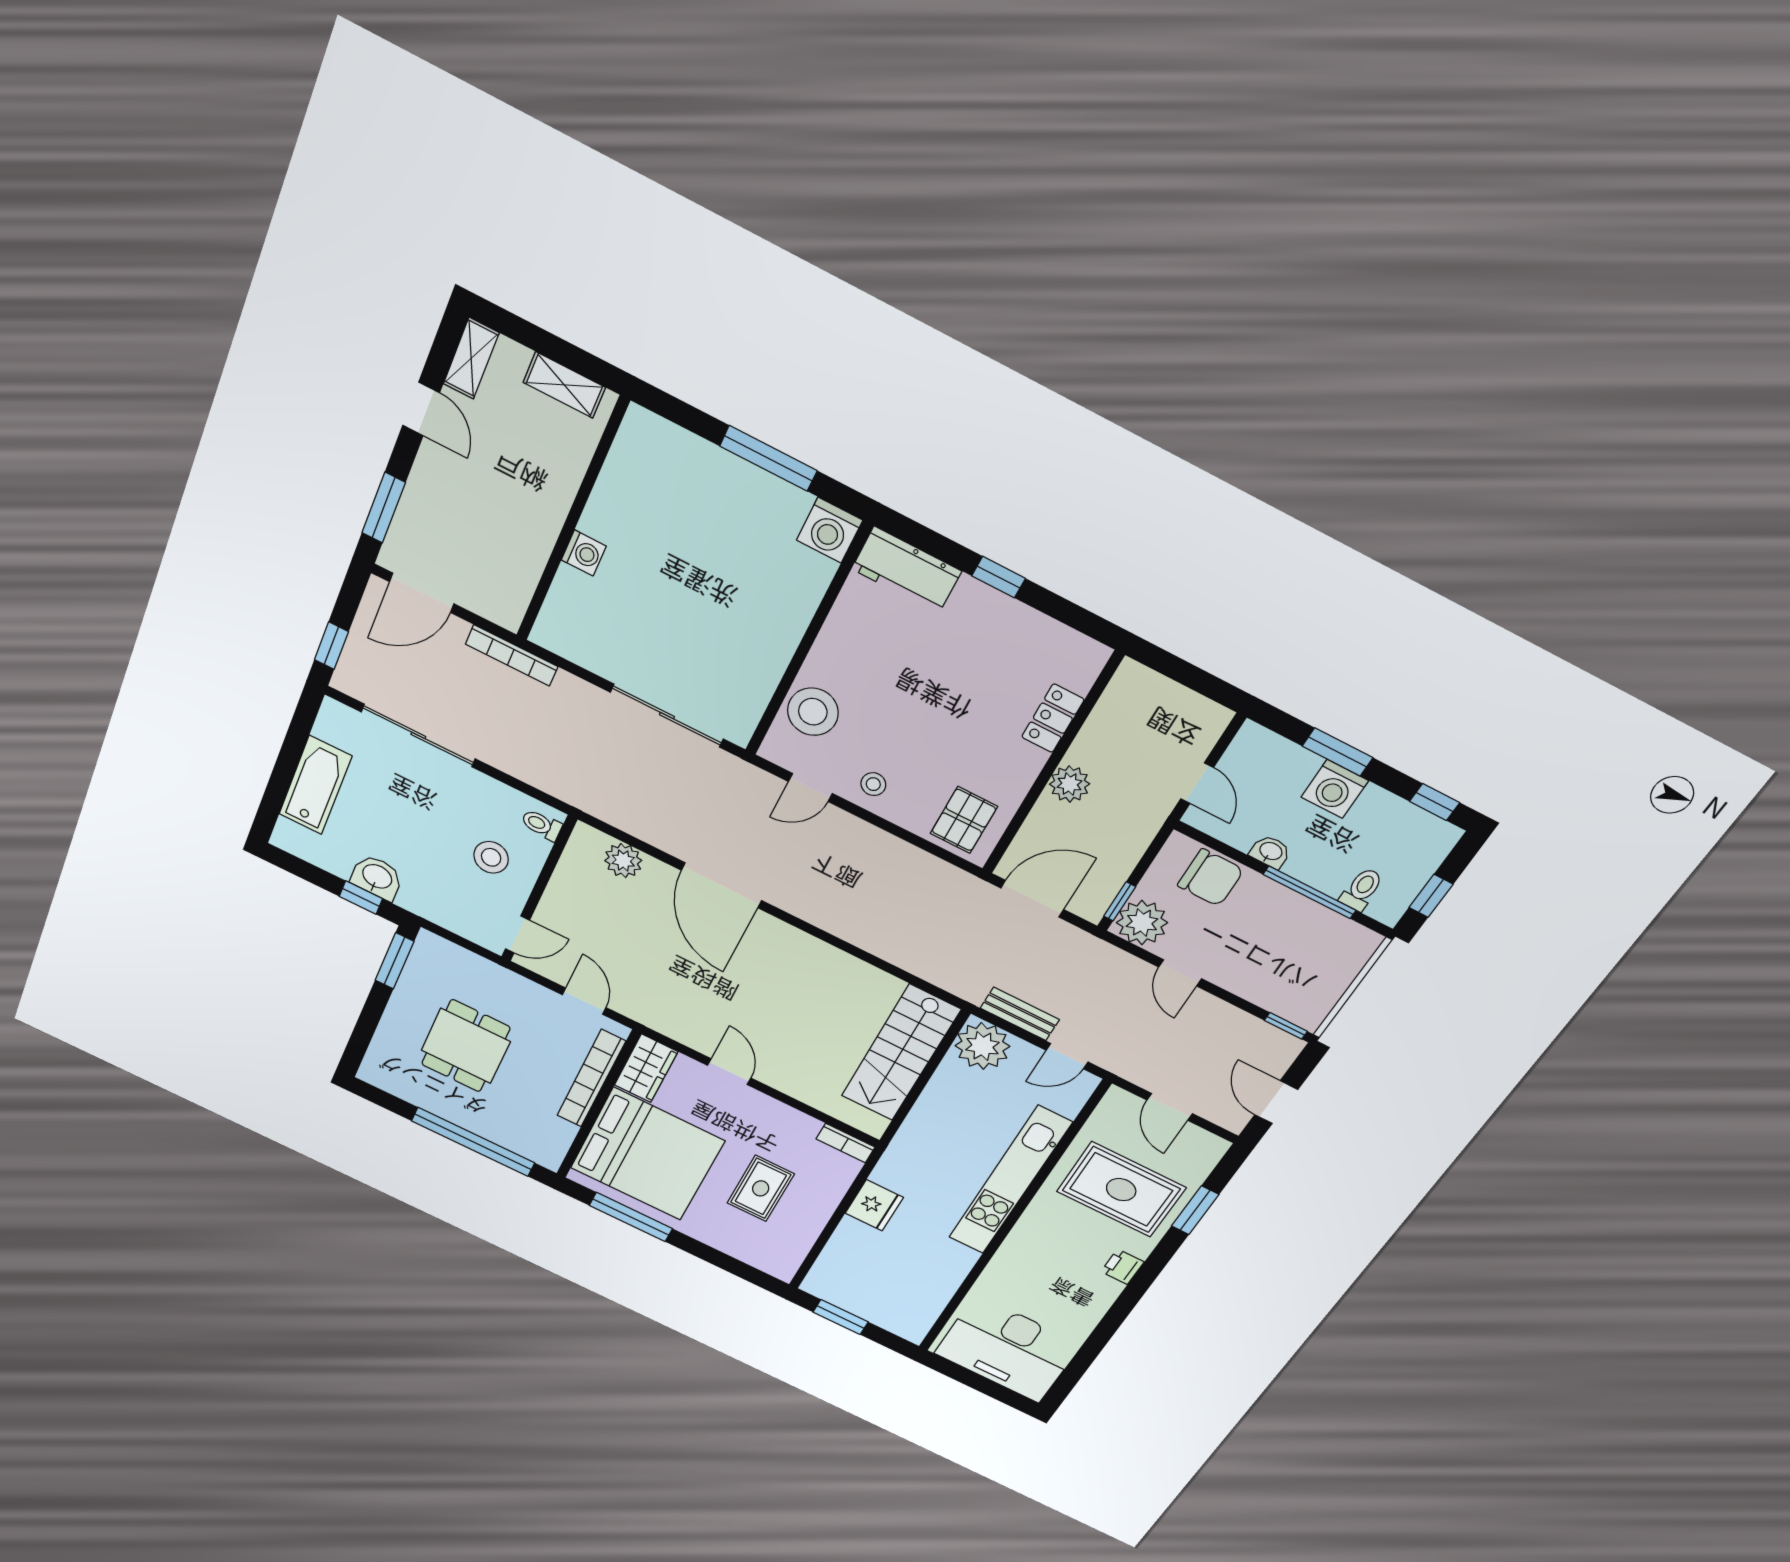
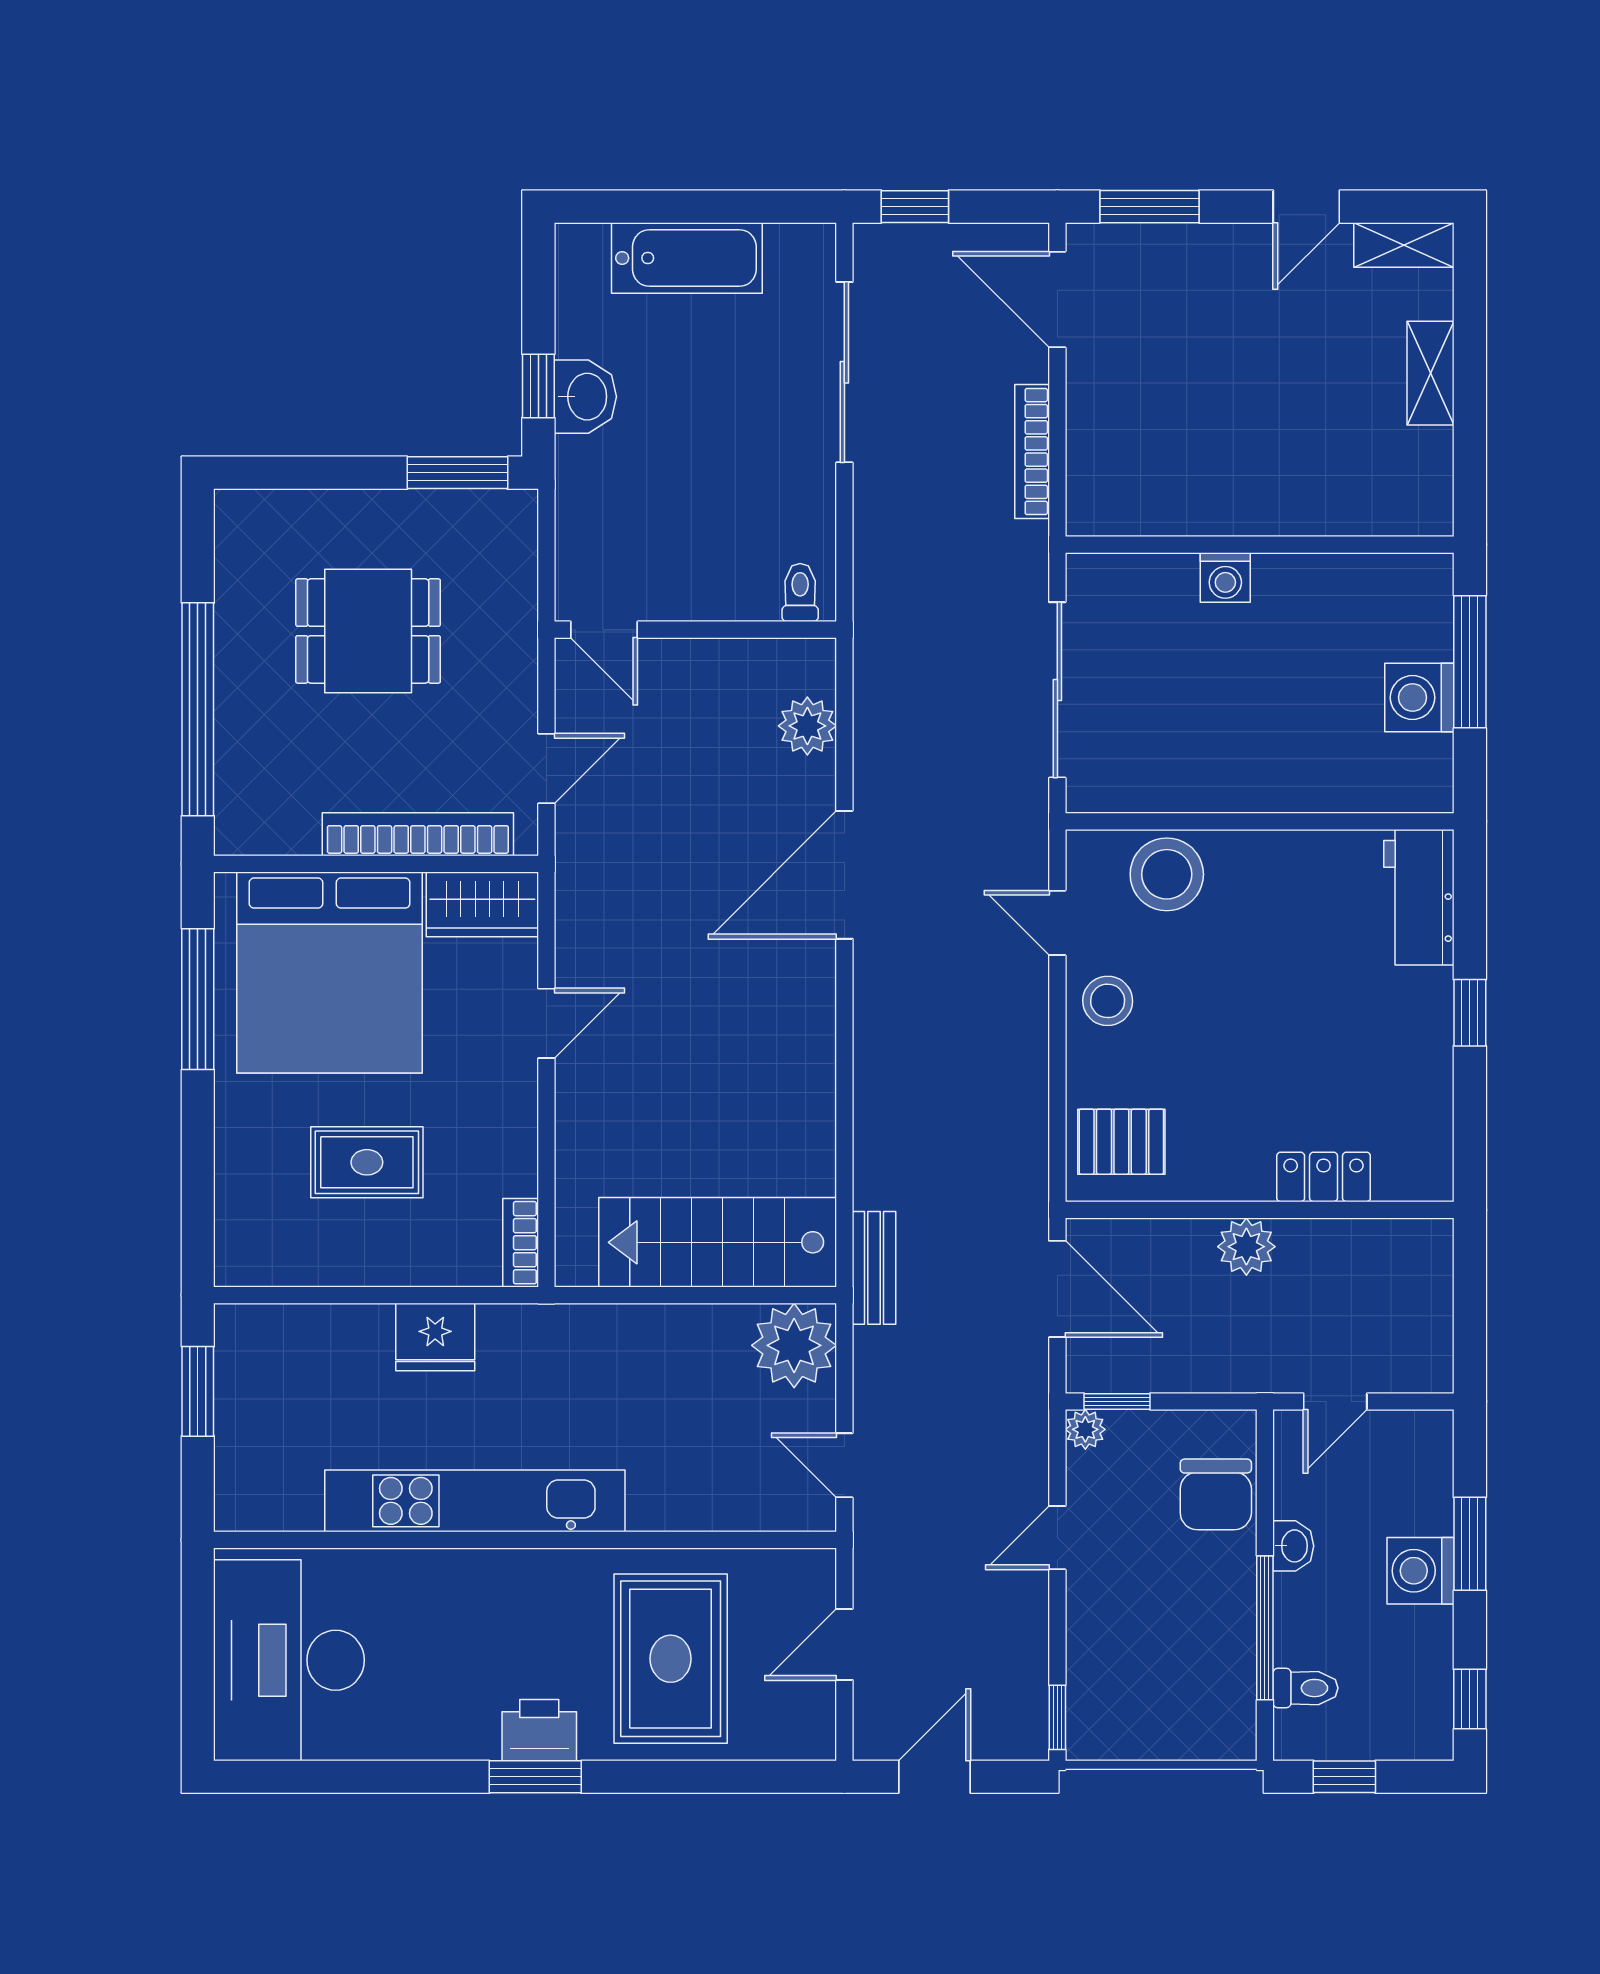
wall: (572, 521) -> (1260, 545), moved
washing machine: (830, 530) -> (1419, 698), moved
washing machine: (584, 553) -> (1225, 577), moved
stool: (873, 784) -> (1108, 1001), width x1.37, depth x1.37
stool: (491, 857) -> (709, 544), removed
plant: (1142, 923) -> (1085, 1429), width x0.53, depth x0.53
bench: (1020, 1014) -> (874, 1268), moved
kitchen unit: (1010, 1181) -> (475, 1501), moved
window: (1195, 1210) -> (535, 1777), moved
printer: (1122, 1267) -> (539, 1730), width x1.36, depth x1.24

